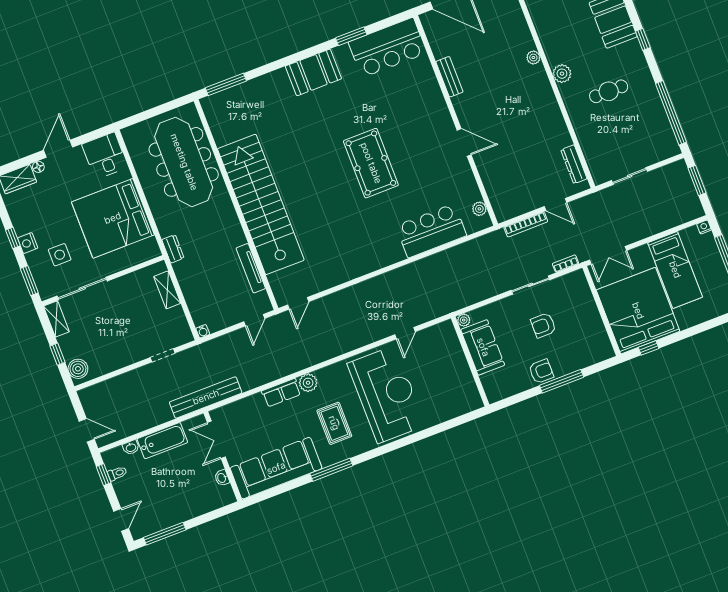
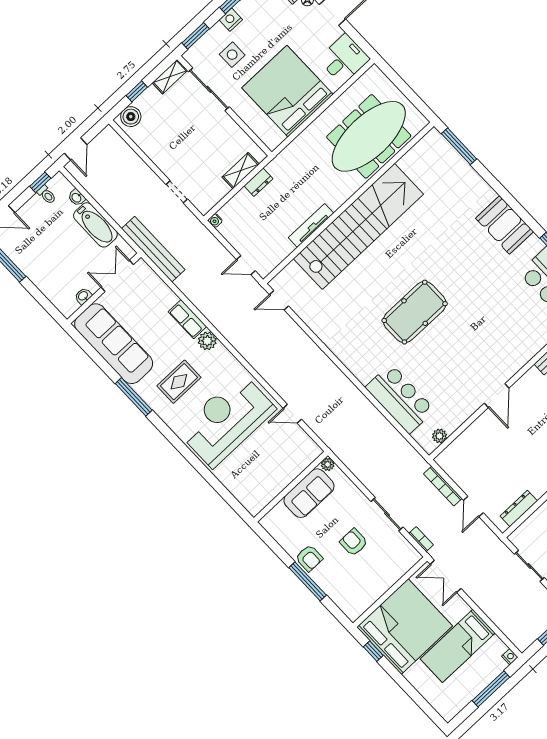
pool table: (371, 163) -> (415, 312), moved
dresser: (173, 249) -> (258, 182), moved
tv unit: (251, 268) -> (311, 225), moved
reception desk: (386, 394) -> (227, 420), turned 180

